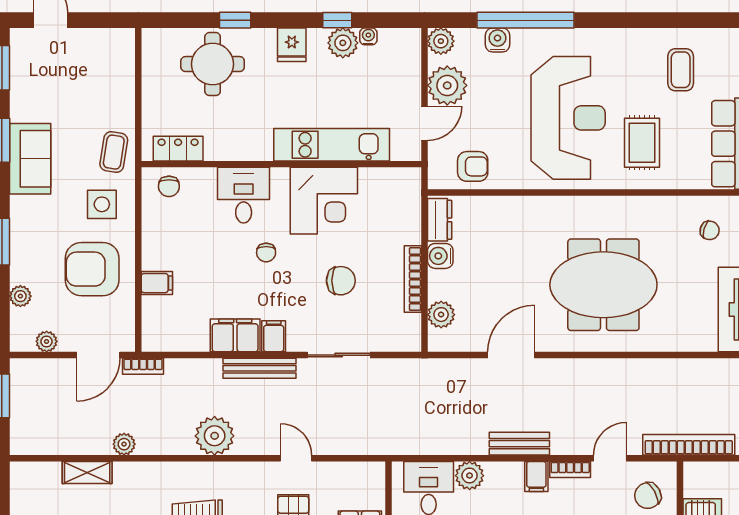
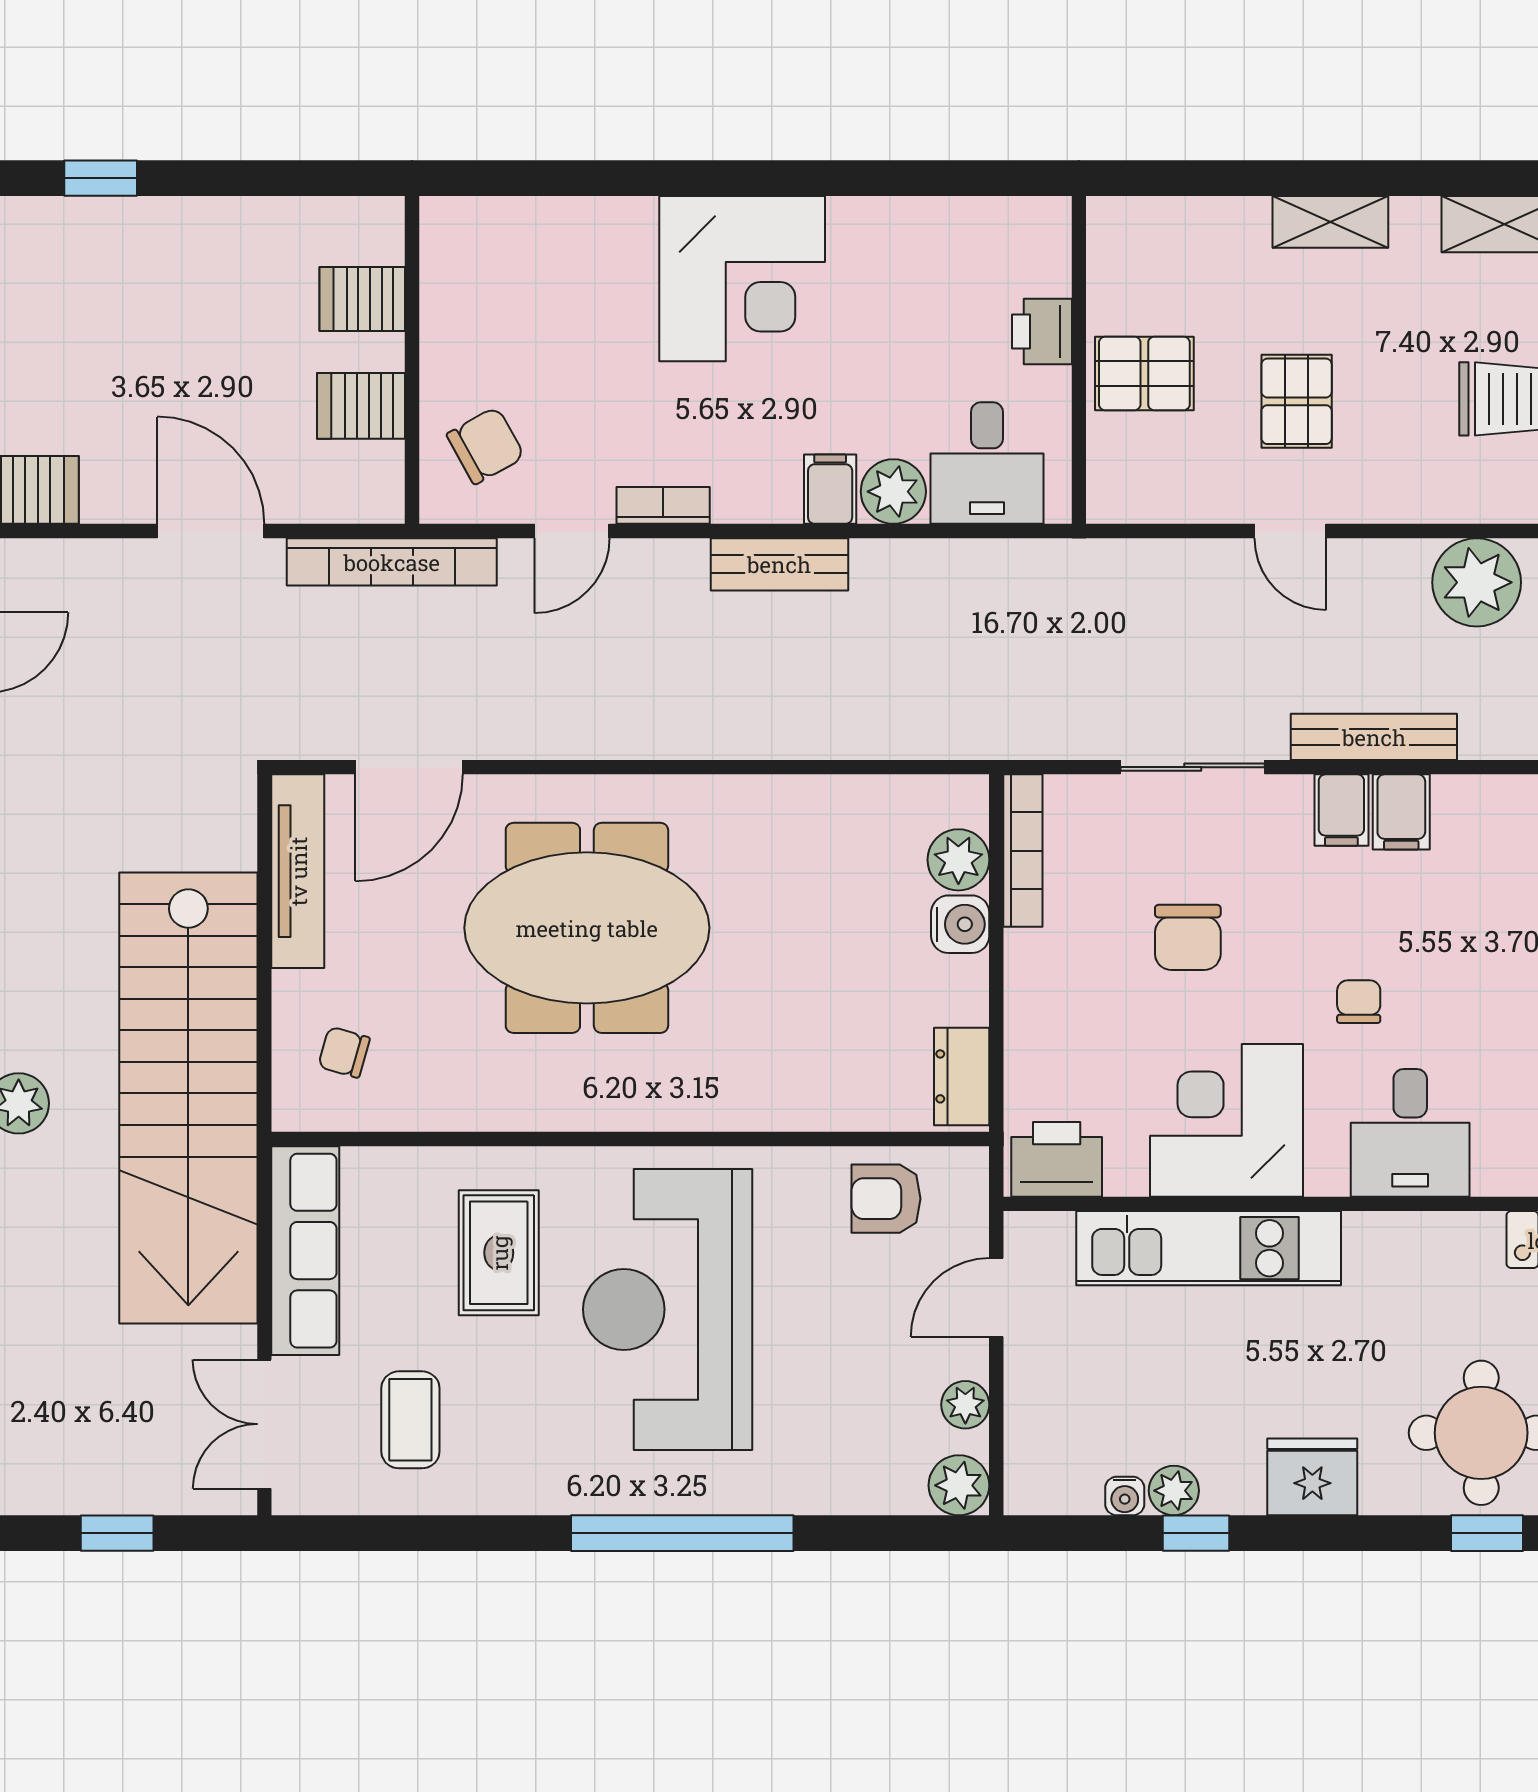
window: (235, 20) -> (1487, 1533), moved
window: (526, 20) -> (682, 1533), moved
water cooler: (497, 40) -> (829, 1488), removed
plant: (343, 43) -> (1174, 1491), width x0.73, depth x0.73
fridge: (292, 45) -> (1312, 1477), width x1.38
plant: (447, 85) -> (965, 1405), width x0.53, depth x0.53
printer: (398, 184) -> (1057, 1159), added
water cooler: (440, 256) -> (960, 924), moved
bookcase: (413, 279) -> (1023, 851), moved
chair: (341, 281) -> (1188, 937), turned -90
filing cabinet: (235, 335) -> (1401, 812), width x0.50
door: (511, 355) -> (409, 767), moved
filing cabinet: (536, 477) -> (830, 489), moved

